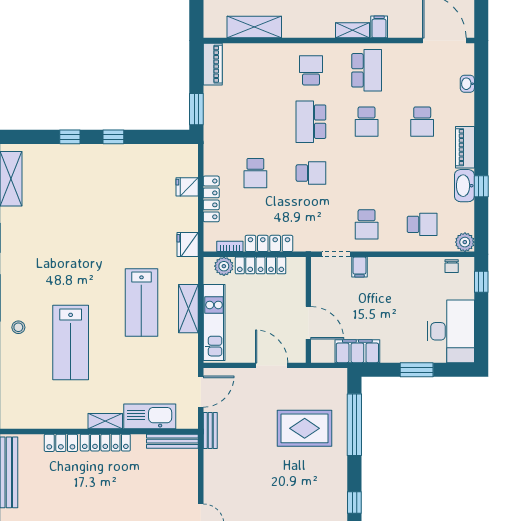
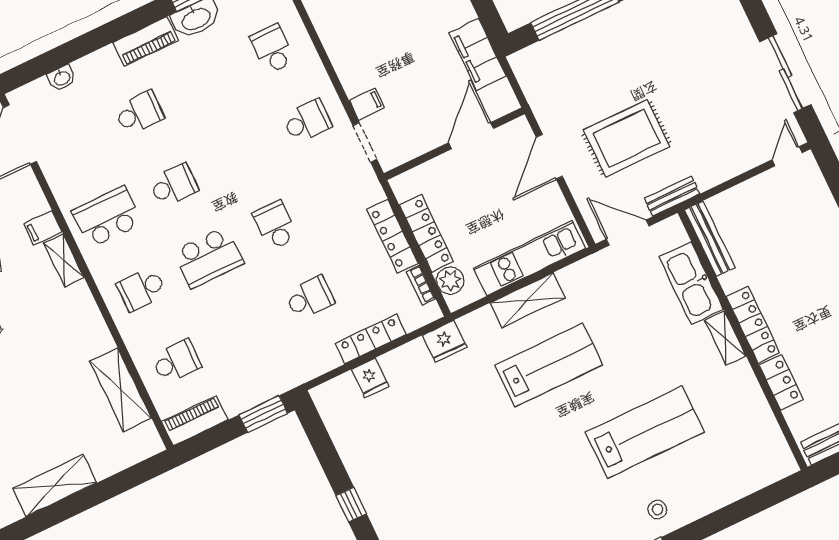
school desk: (255, 70) -> (176, 362), added
rug: (305, 428) -> (626, 138), moved, turned 90

